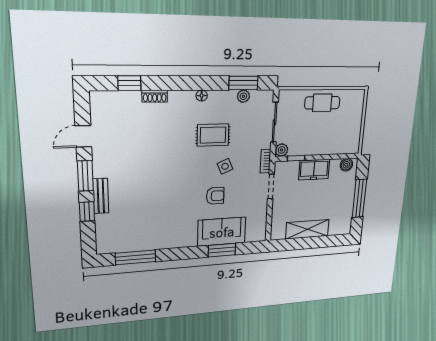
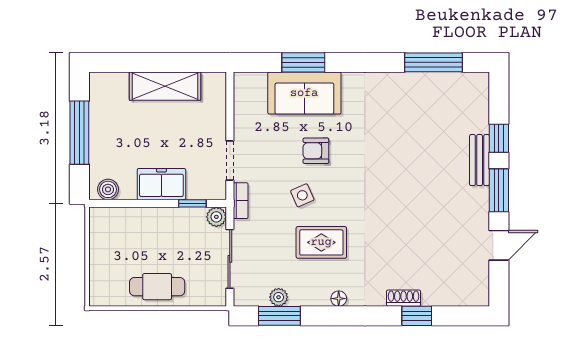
window: (129, 83) -> (417, 316), moved

